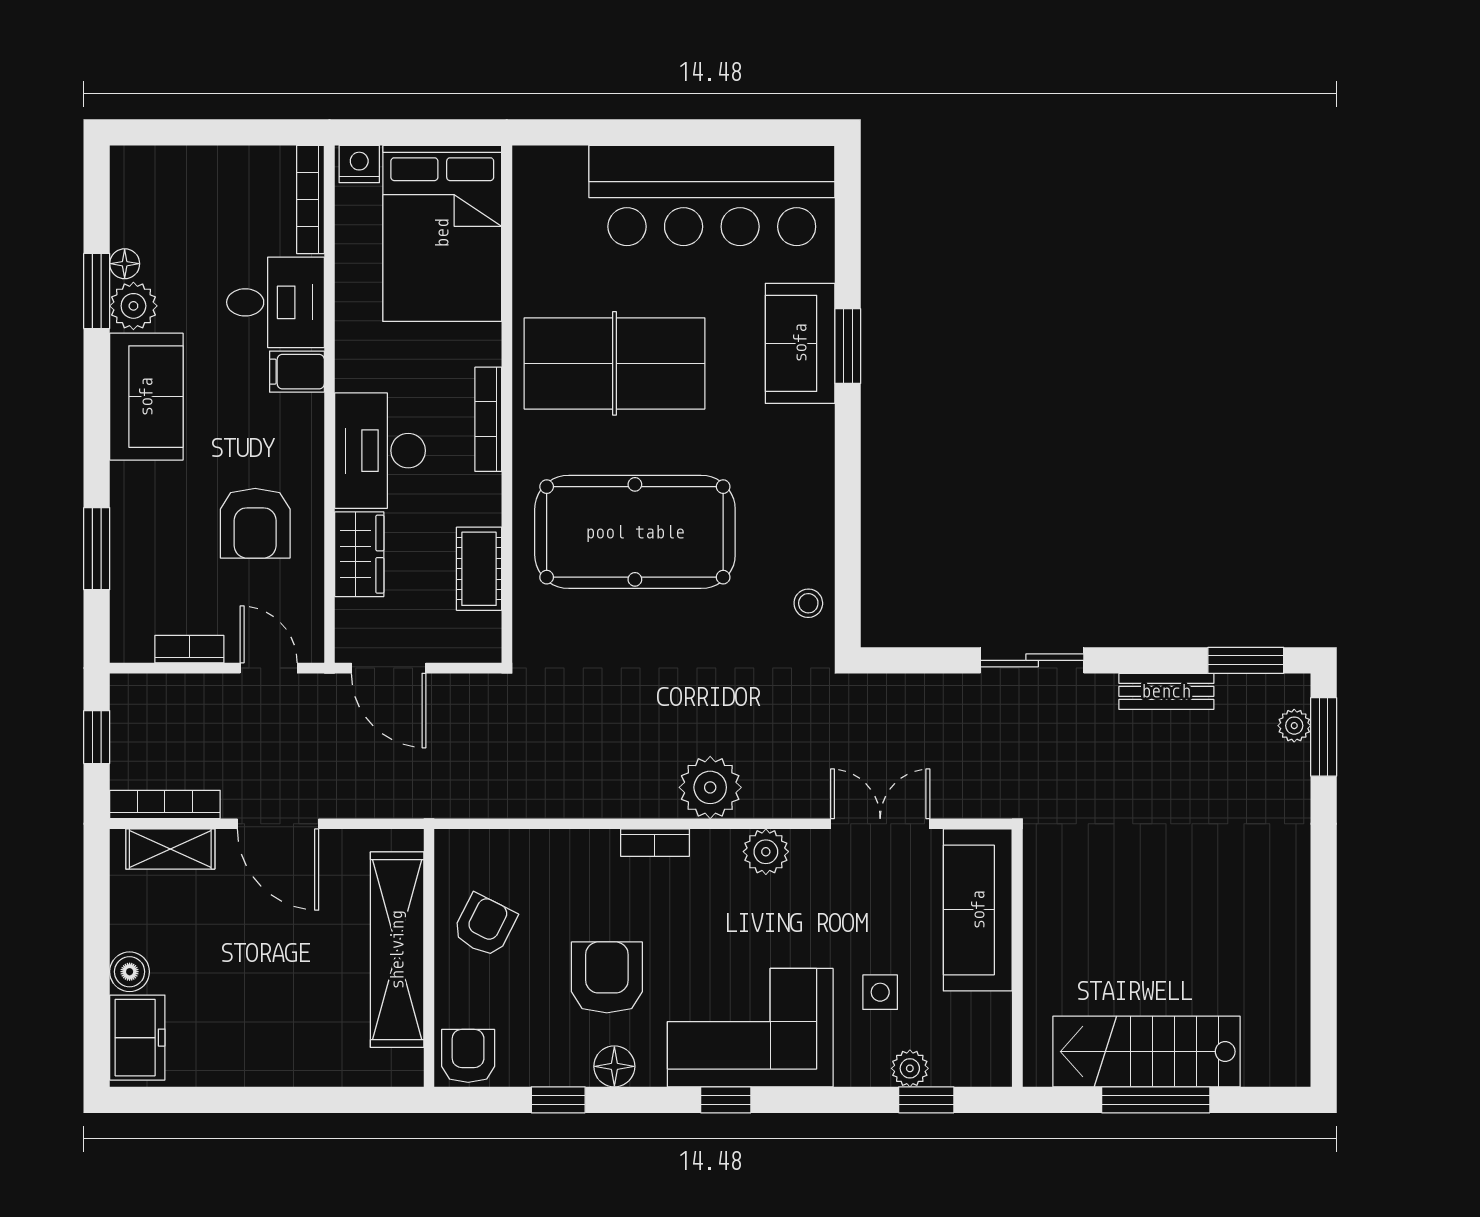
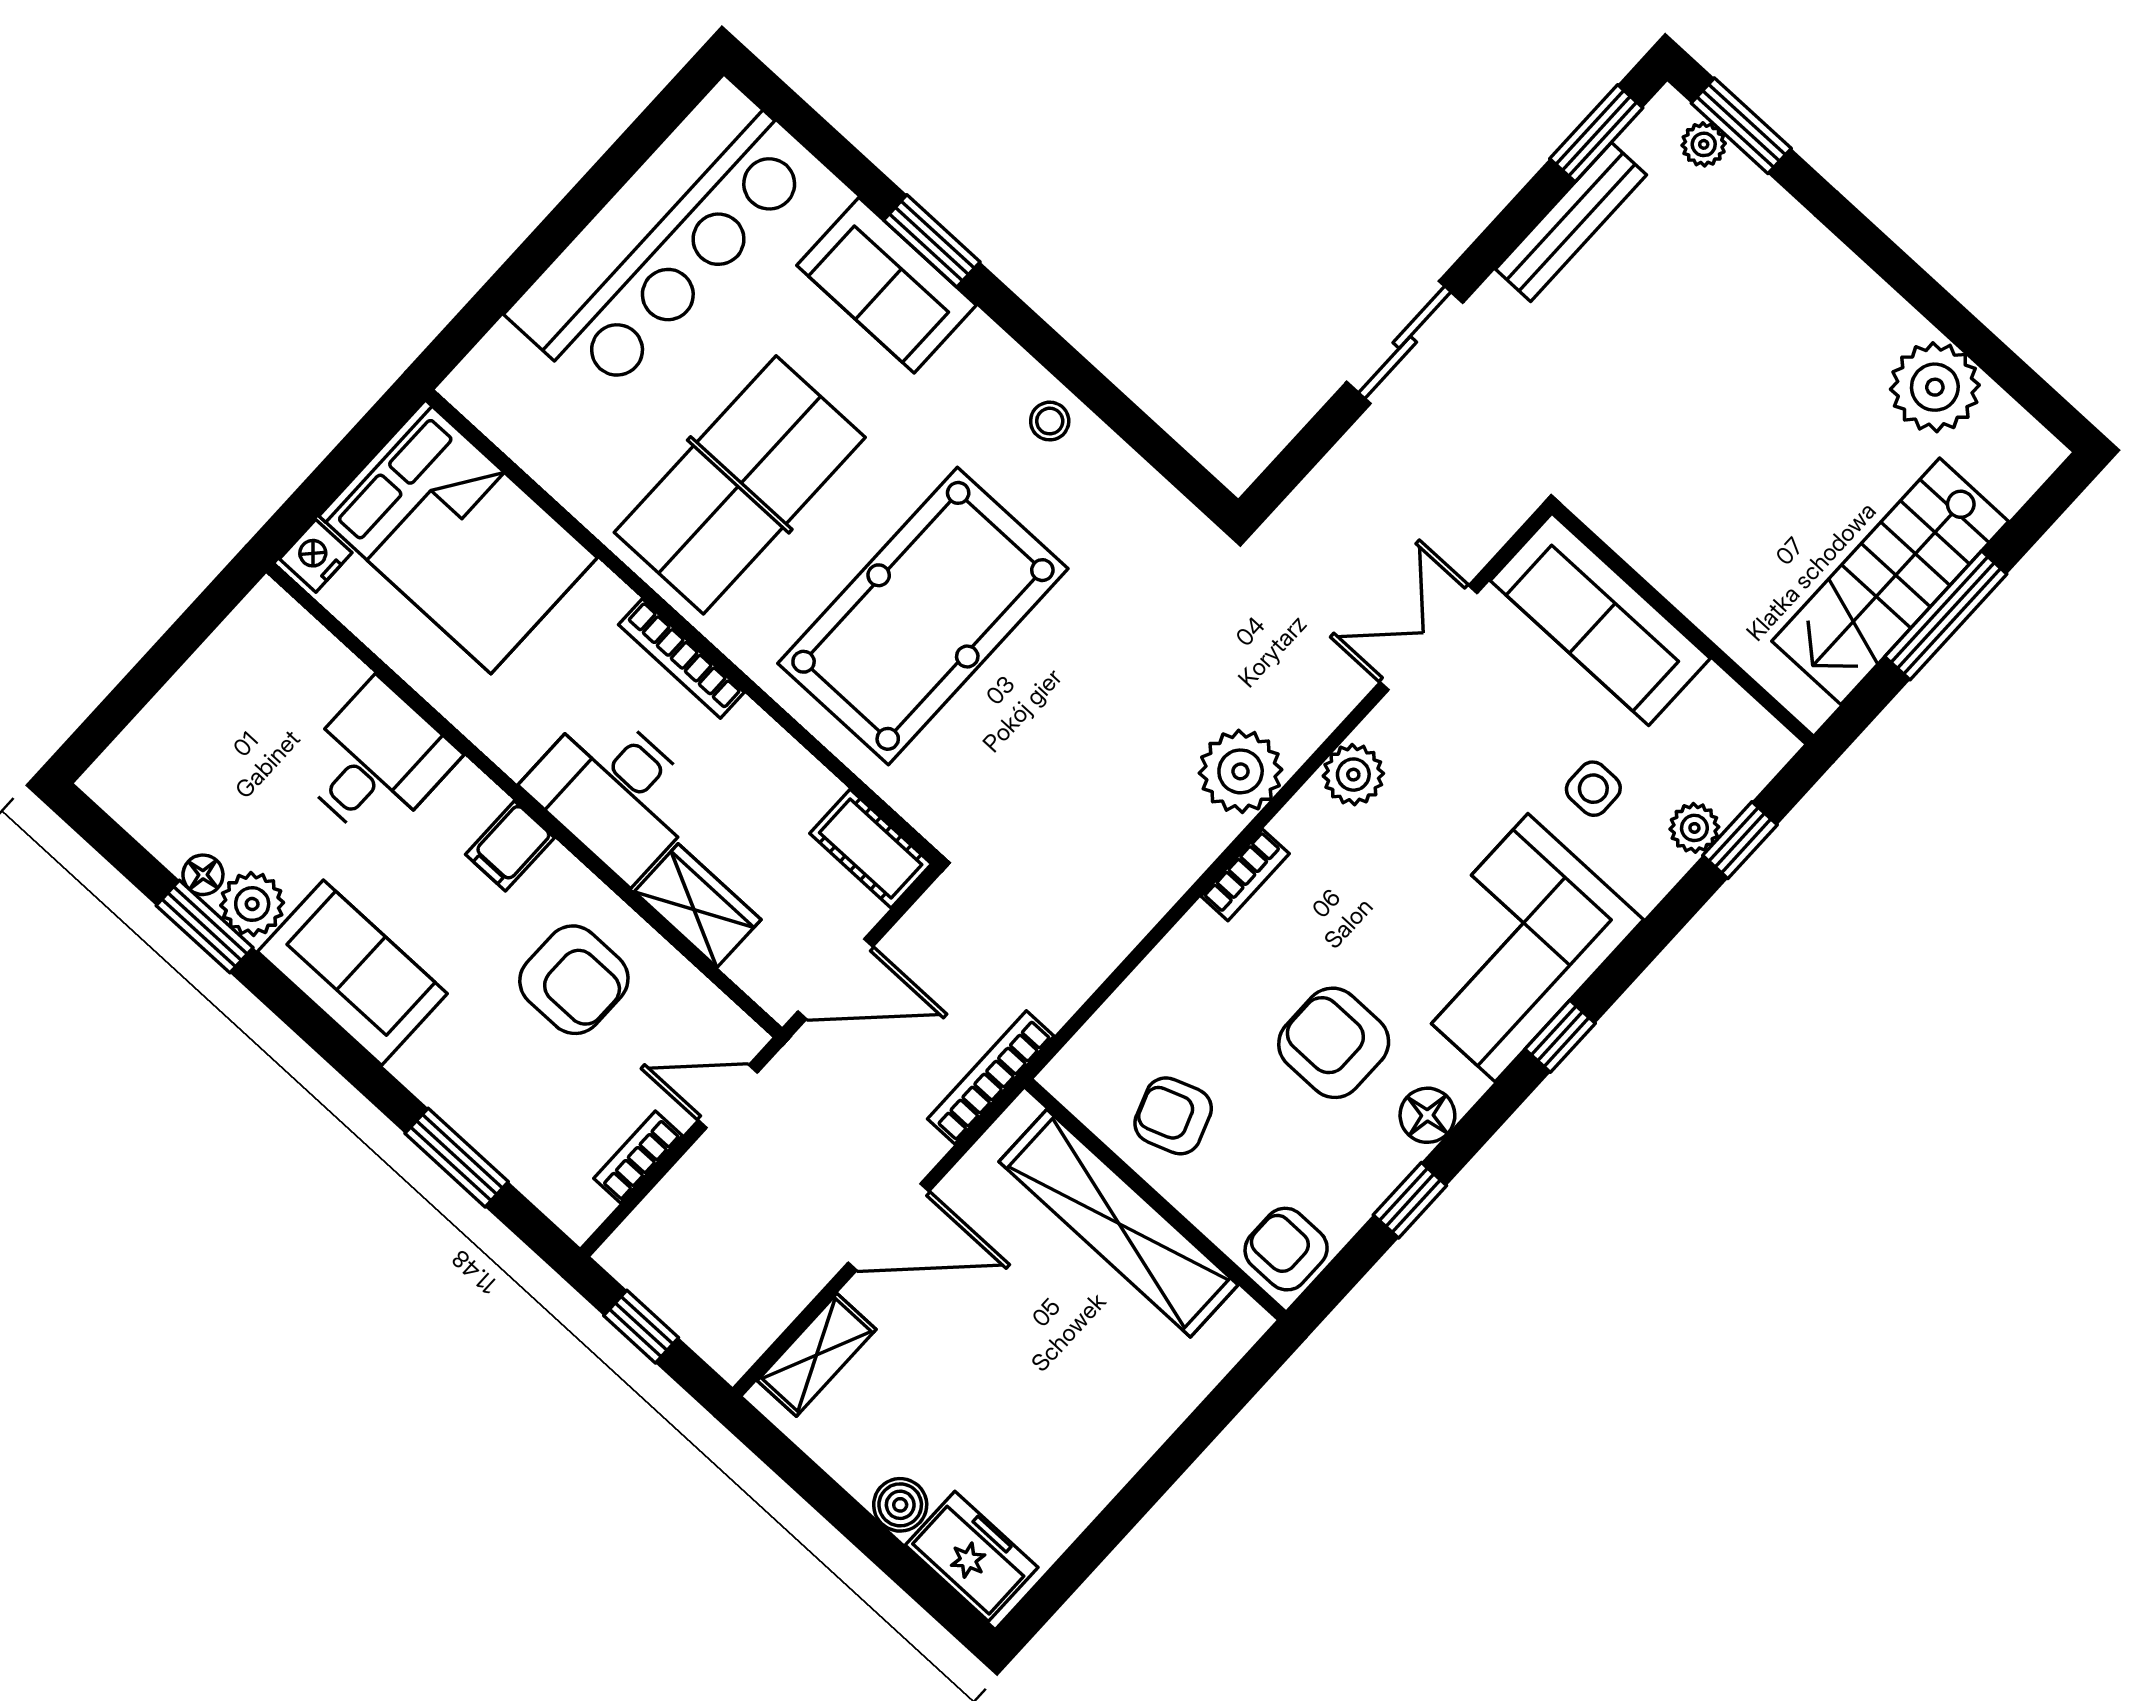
bookcase: (310, 200) -> (307, 635), removed
filing cabinet: (297, 372) -> (510, 846), moved
cot: (479, 569) -> (871, 849), moved
stool: (808, 603) -> (1050, 421), moved
bench: (1166, 691) -> (1571, 222), width x1.36
bookcase: (165, 804) -> (991, 1077), moved
armchair: (485, 925) -> (1173, 1116), turned -47
plant: (1277, 978) -> (1935, 387), added

